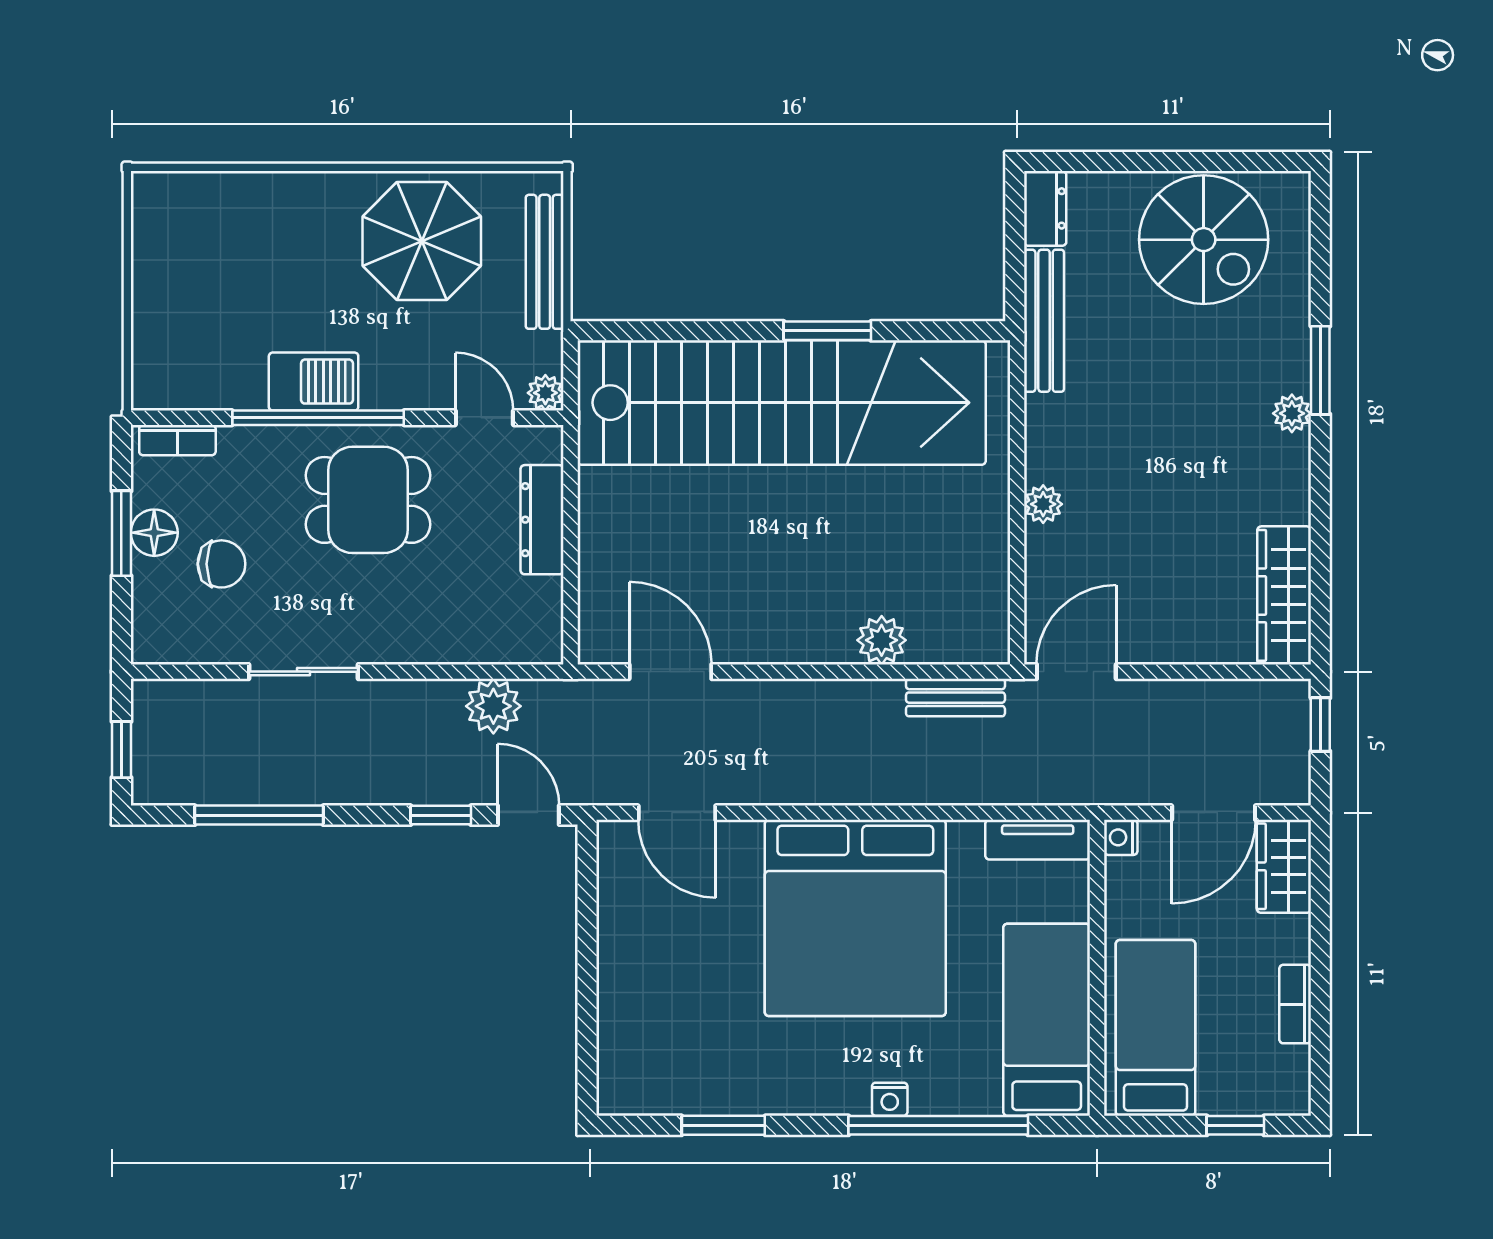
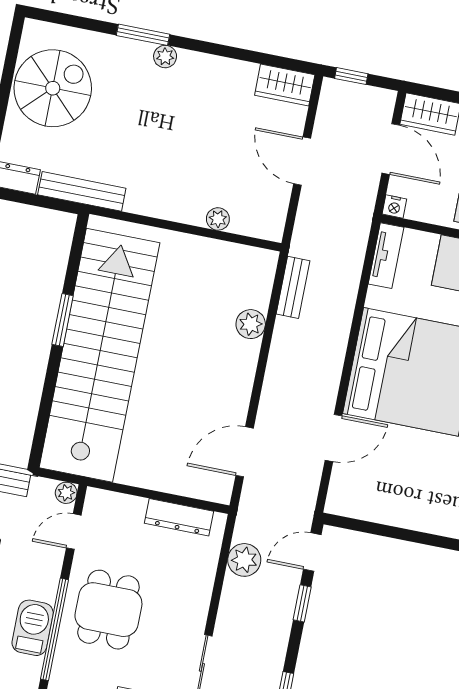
plant: (1043, 504) -> (218, 219), moved
dresser: (542, 520) -> (179, 517), moved
wardrobe: (1284, 595) -> (285, 85), width x0.67
door: (1076, 672) -> (302, 161), moved
door: (677, 813) -> (333, 438), moved

